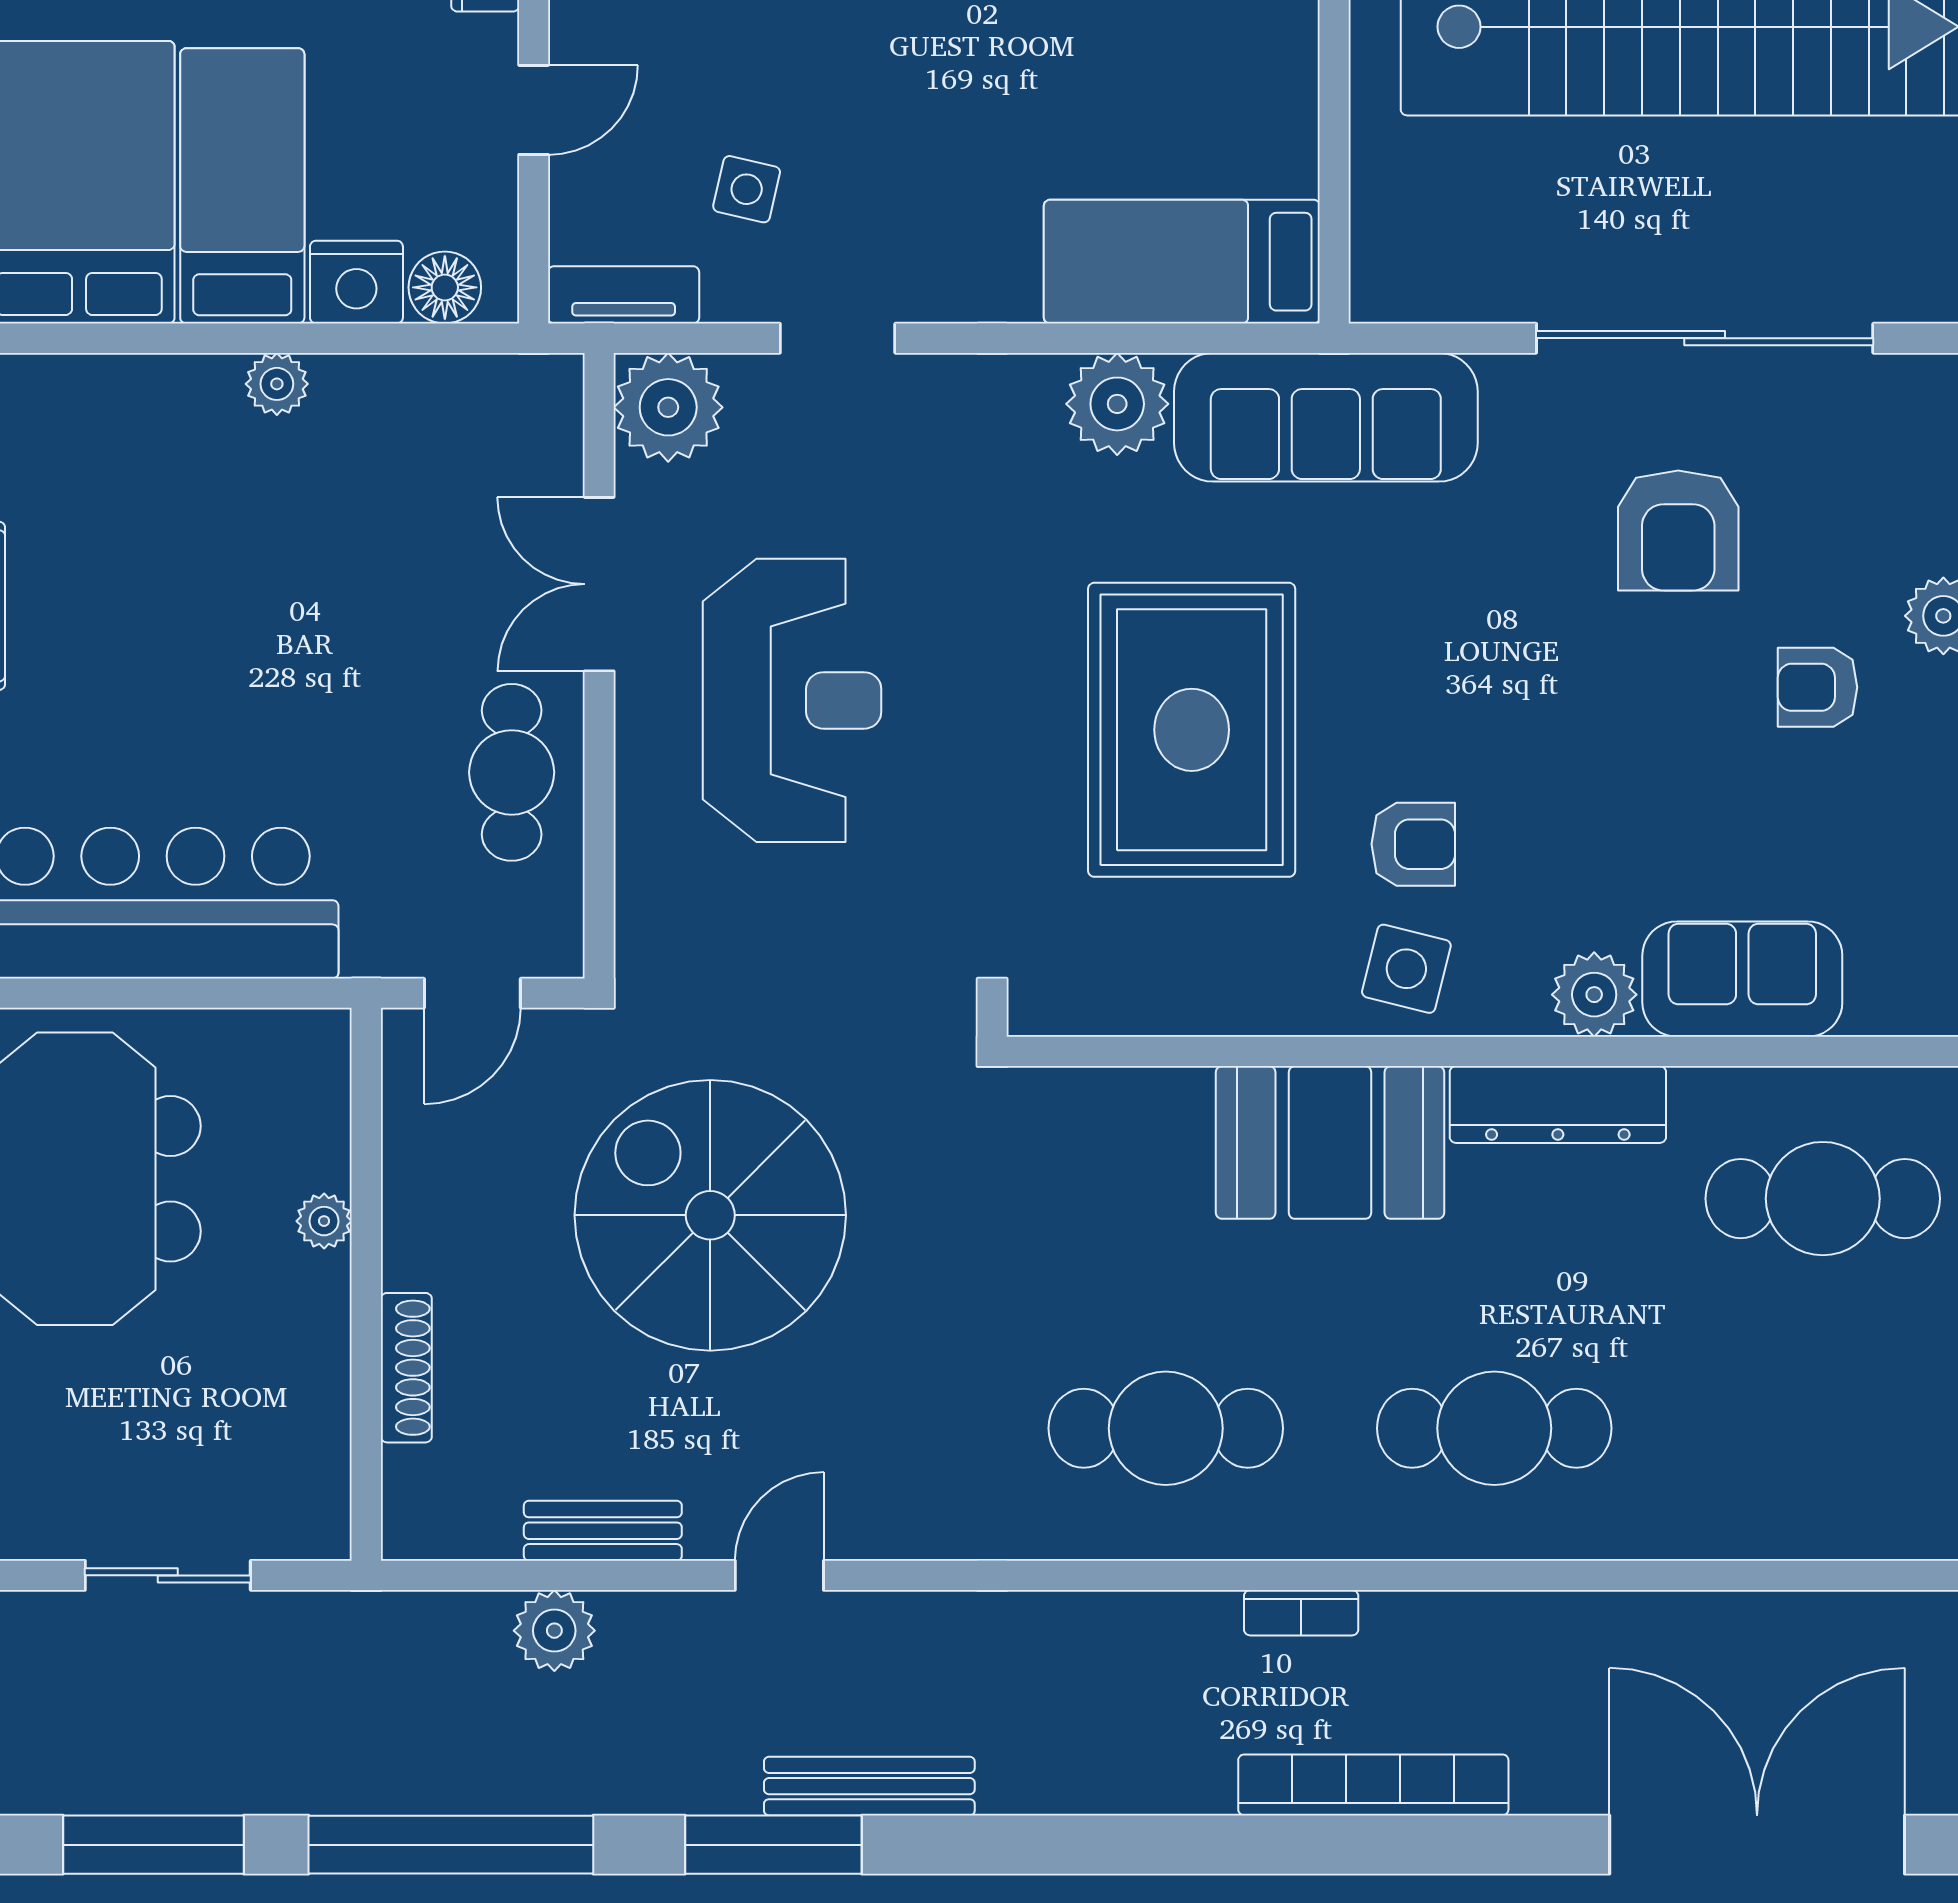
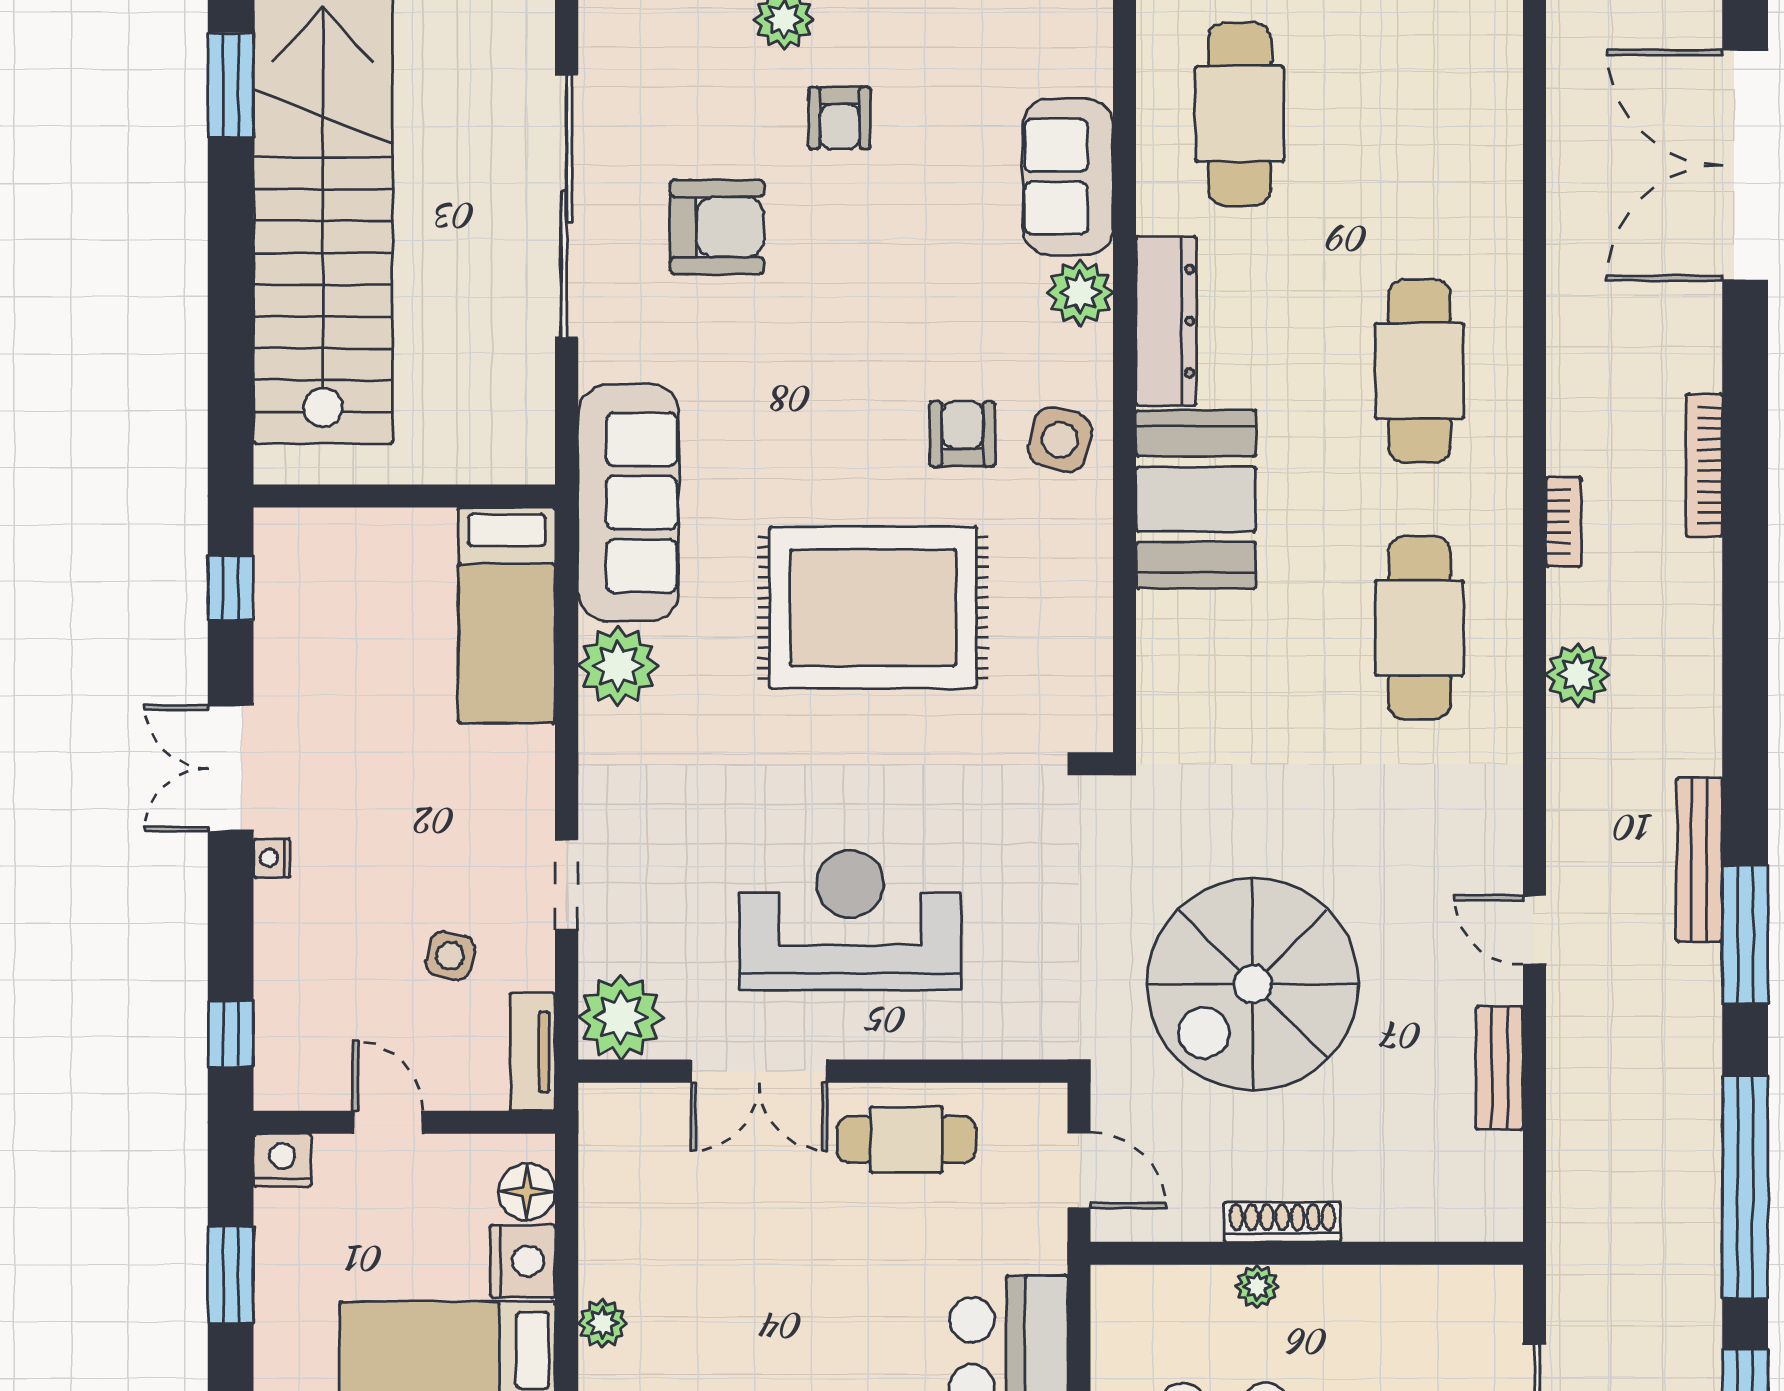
shoe rack: (406, 1368) -> (1282, 1222), moved
plant: (554, 1631) -> (1578, 675), moved
bookcase: (1373, 1785) -> (1704, 465), width x0.68, depth x0.76

